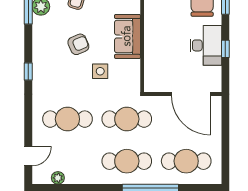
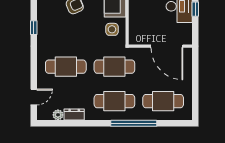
side table: (100, 71) -> (112, 29), moved
dresser: (78, 177) -> (74, 114), added

